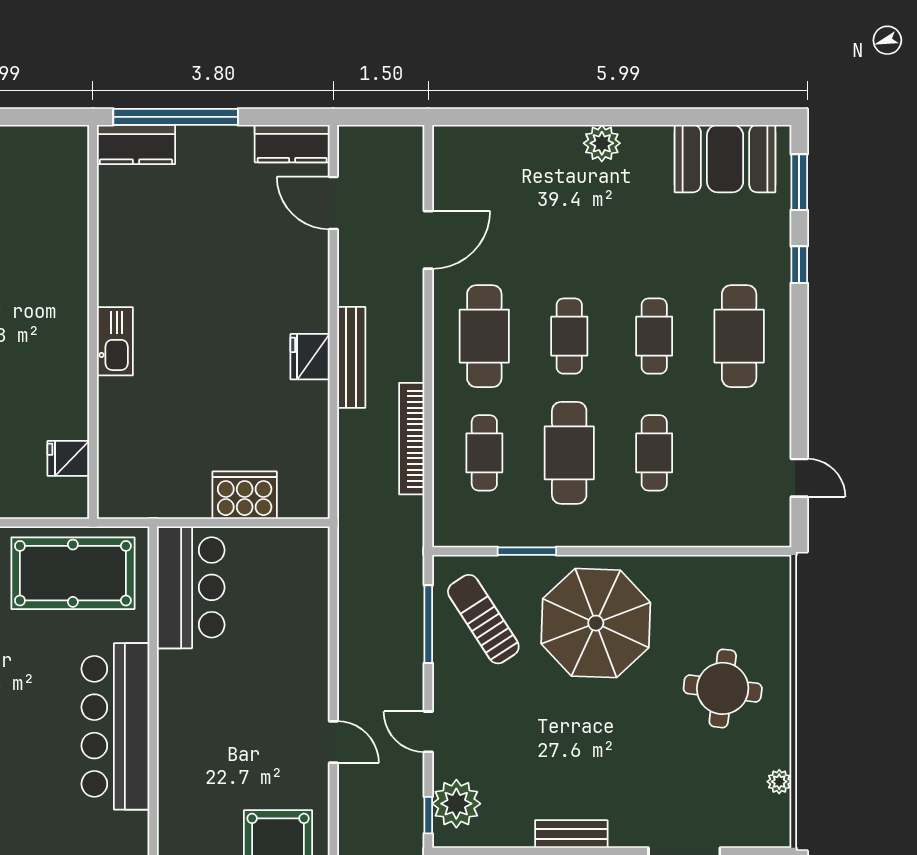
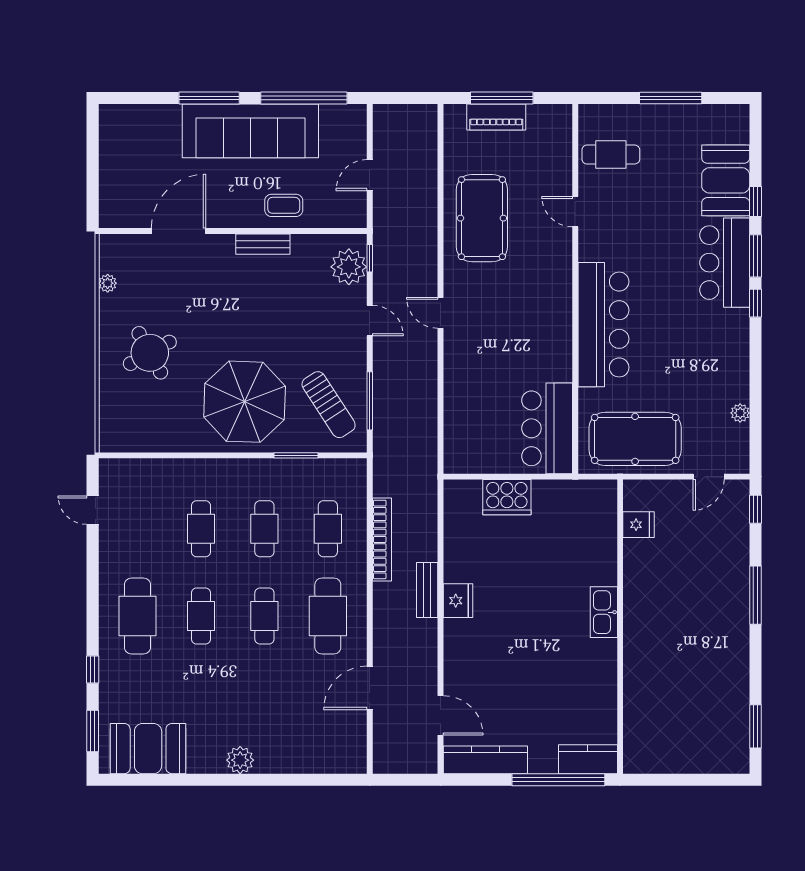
kitchen counter: (292, 144) -> (485, 760), width x1.50
bench: (351, 357) -> (427, 590), width x0.73
cafe table: (569, 453) -> (264, 529), width x0.73, depth x0.74
round table: (723, 688) -> (150, 353), turned -36

